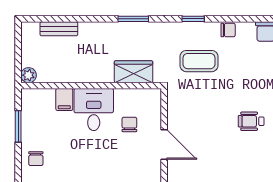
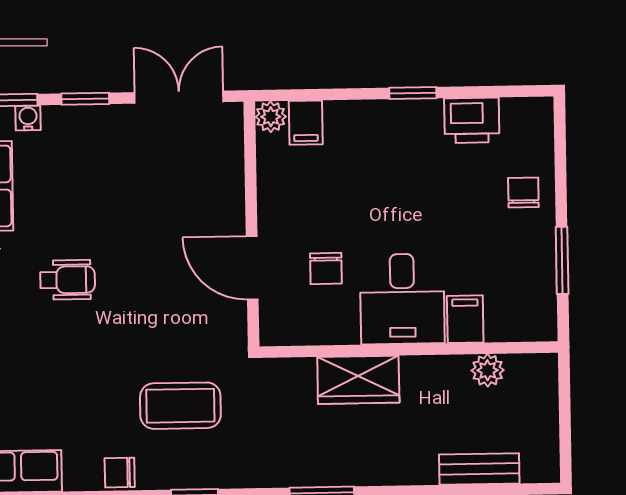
wardrobe: (134, 72) -> (358, 380), moved
plant: (29, 75) -> (488, 370), moved
door: (164, 145) -> (252, 268), moved

